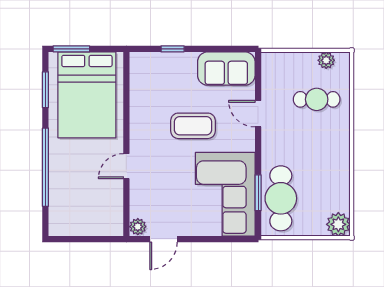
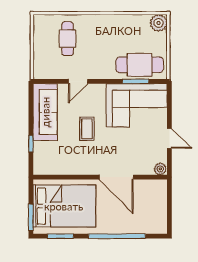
plant: (326, 60) -> (39, 32), removed
sofa: (226, 69) -> (45, 112), width x1.36
coffee table: (193, 126) -> (87, 129), width x0.73, depth x0.77
door: (126, 166) -> (116, 177), width x1.87
door: (164, 239) -> (169, 138), moved

